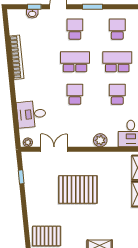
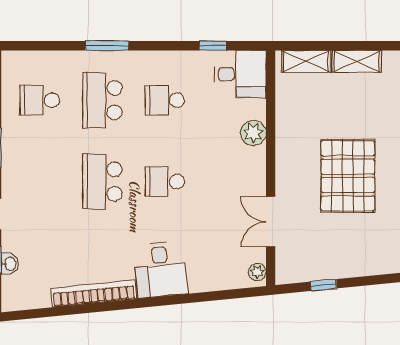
school desk: (75, 29) -> (40, 182), removed
desk: (31, 114) -> (161, 269), moved

